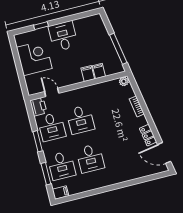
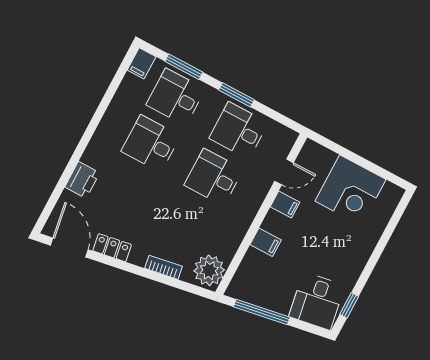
window: (41, 26) -> (349, 305), moved
desk: (63, 36) -> (317, 301), moved, turned 80
filing cabinet: (99, 71) -> (285, 205), moved
plant: (124, 81) -> (209, 270), width x1.87, depth x1.87
printer: (38, 107) -> (82, 180), moved, turned -90
door: (164, 153) -> (69, 248), hinge flipped

